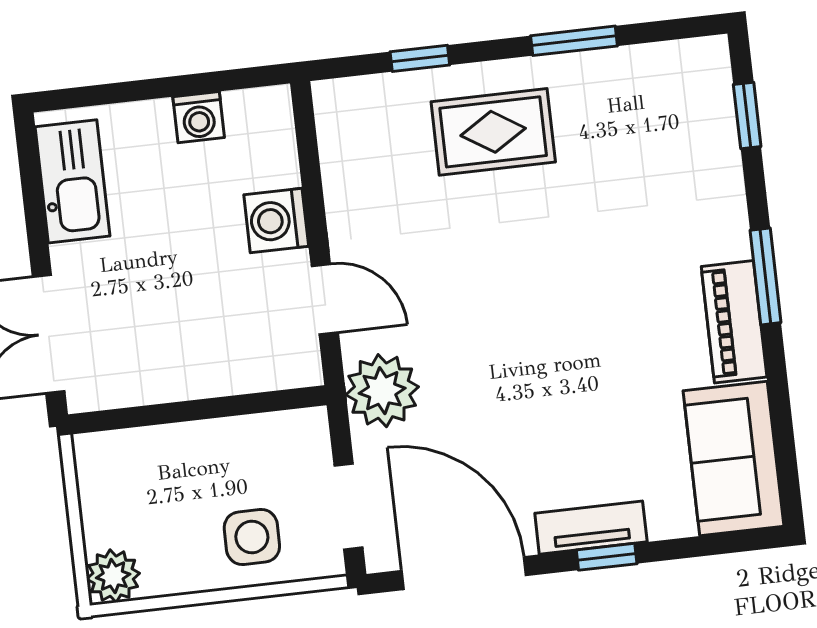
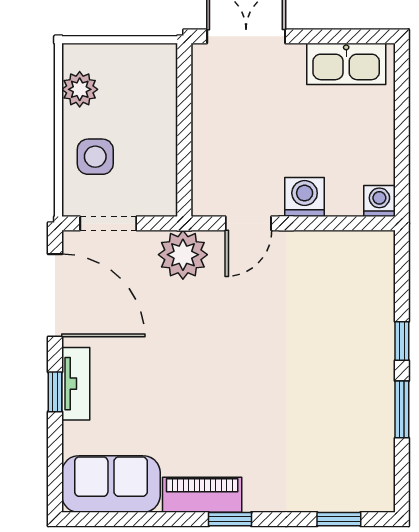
window: (420, 58) -> (402, 341), moved
washing machine: (199, 117) -> (379, 201), moved, turned 90
rug: (493, 132) -> (347, 348), removed
window: (765, 276) -> (230, 519), width x0.67
door: (464, 573) -> (55, 295), hinge flipped
plant: (113, 576) -> (80, 89), moved

